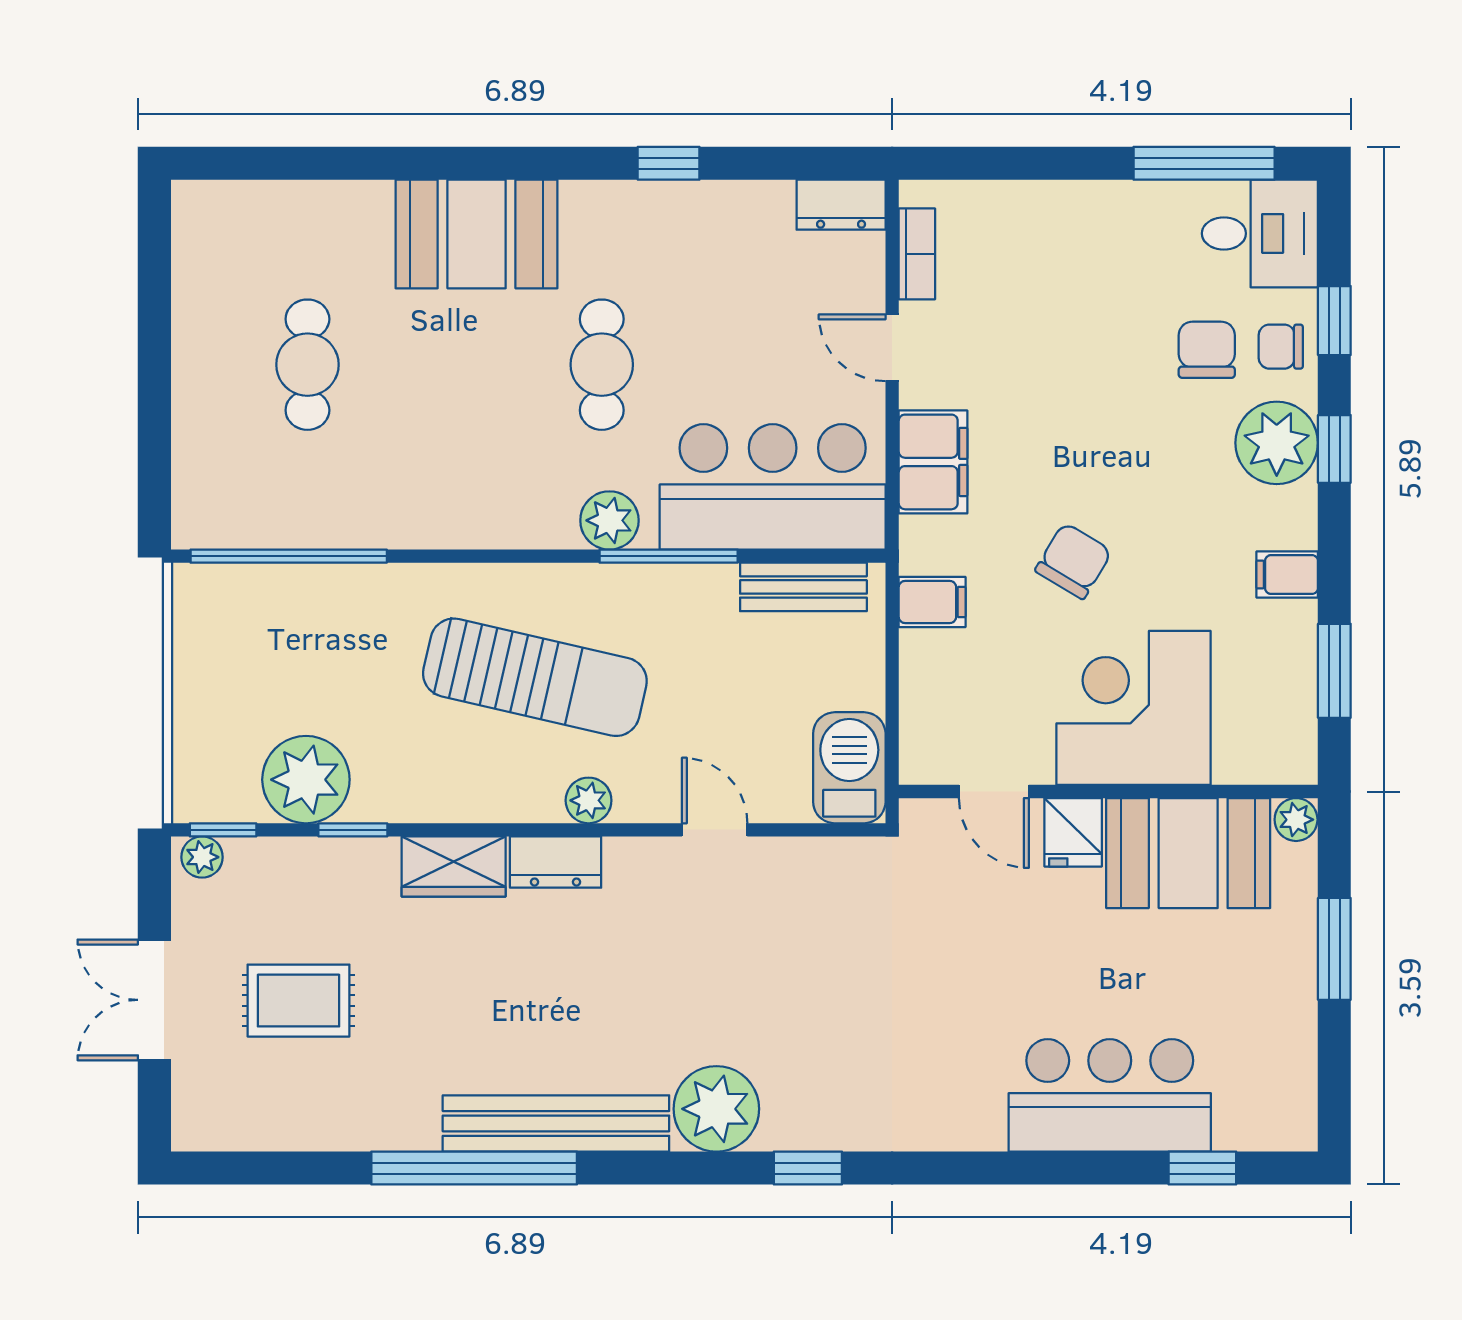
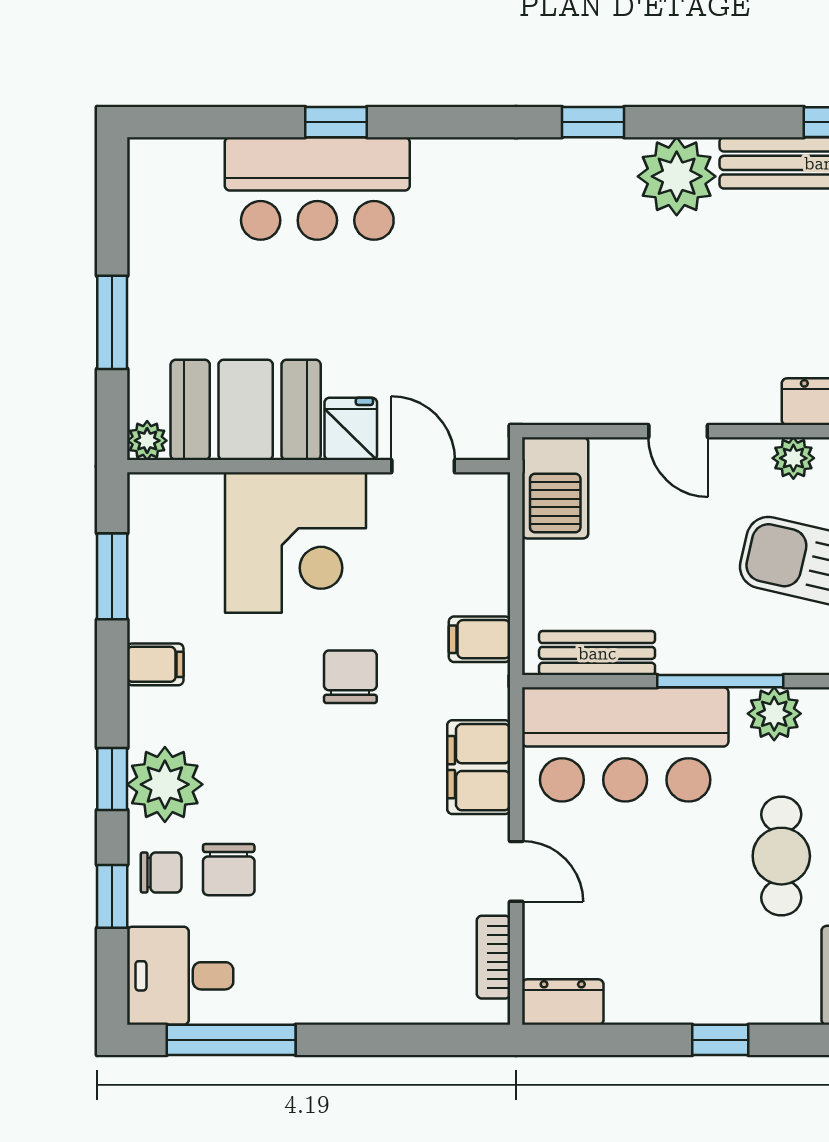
chair: (1074, 561) -> (350, 677), turned 149
window: (1202, 1168) -> (336, 122), moved

